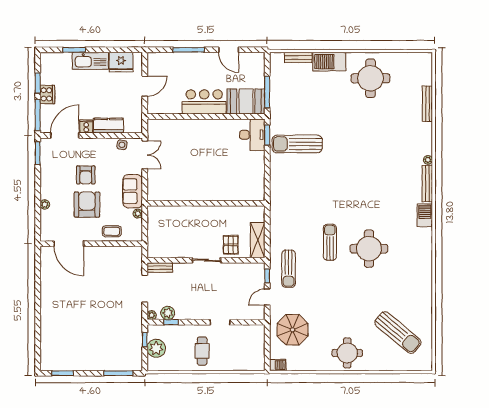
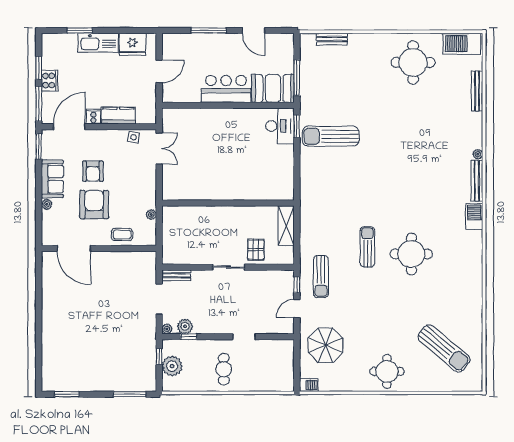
barbecue: (329, 62) -> (462, 44), moved
sofa: (133, 191) -> (52, 179), moved, turned 180
shelving: (258, 240) -> (286, 226), moved

